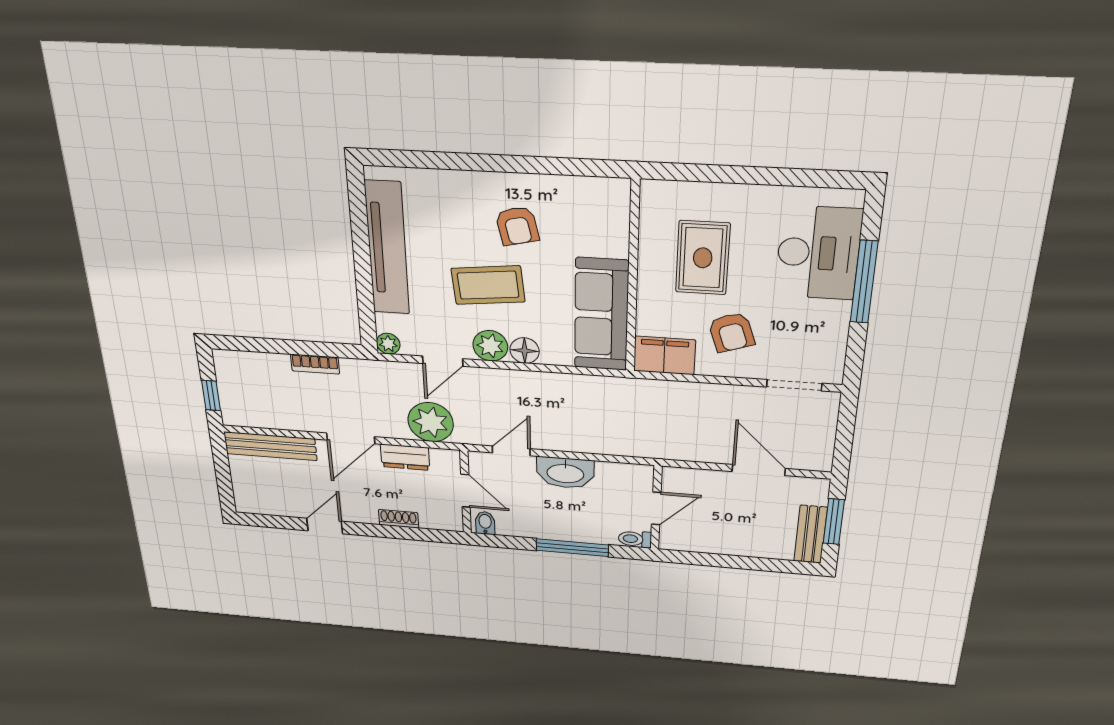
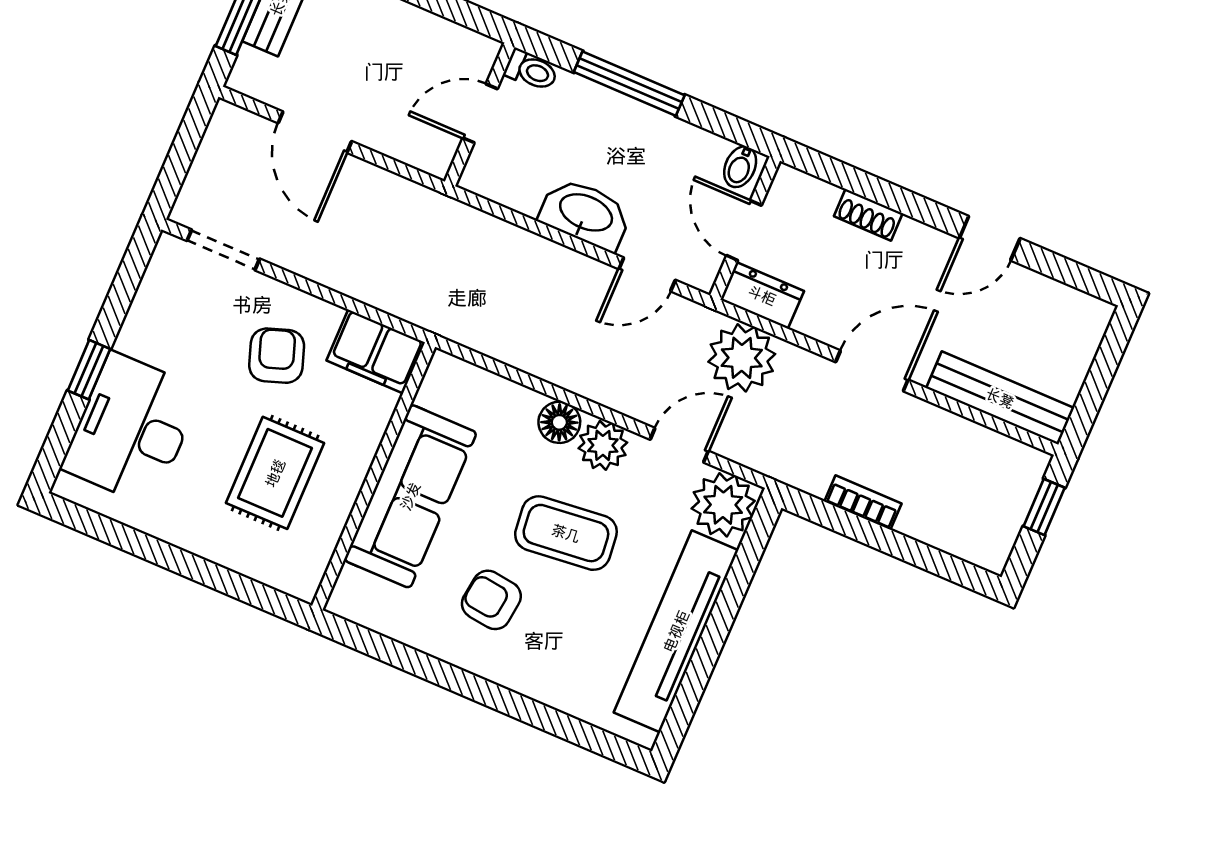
armchair: (517, 226) -> (491, 600), turned -70
window: (864, 282) -> (89, 370), width x0.46
sofa: (601, 315) -> (410, 496), moved
plant: (388, 344) -> (723, 505), width x1.87, depth x1.87
dresser: (405, 457) -> (762, 295), moved

